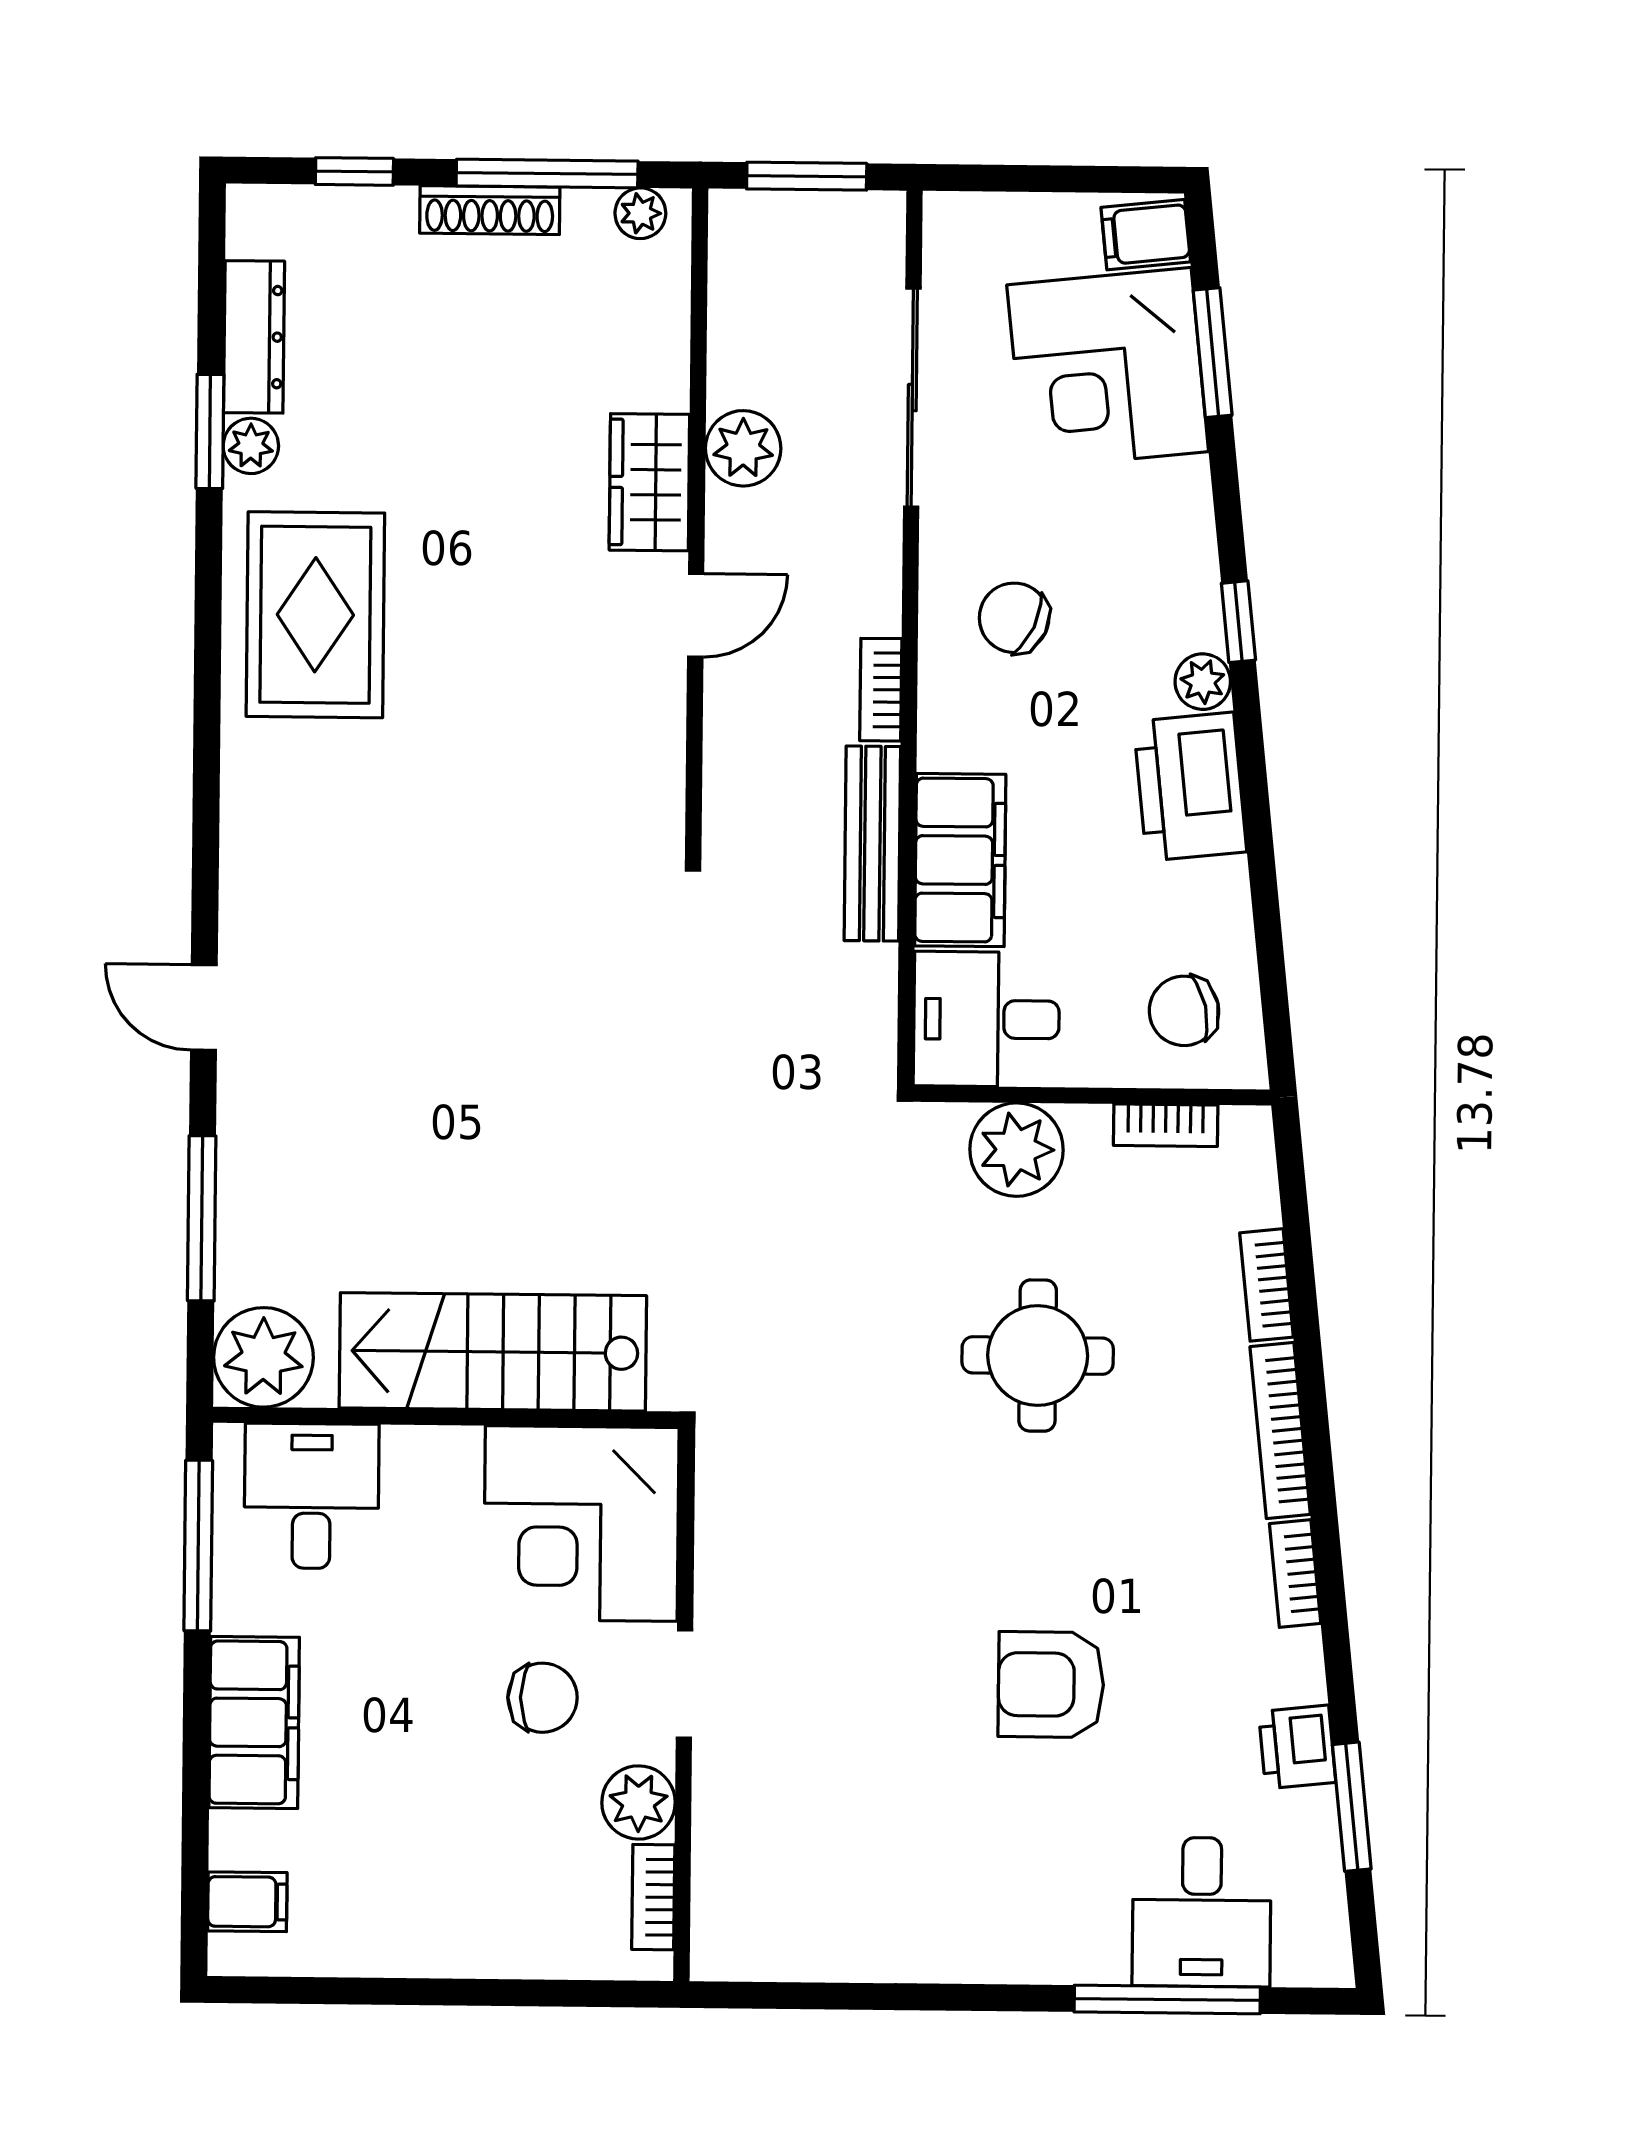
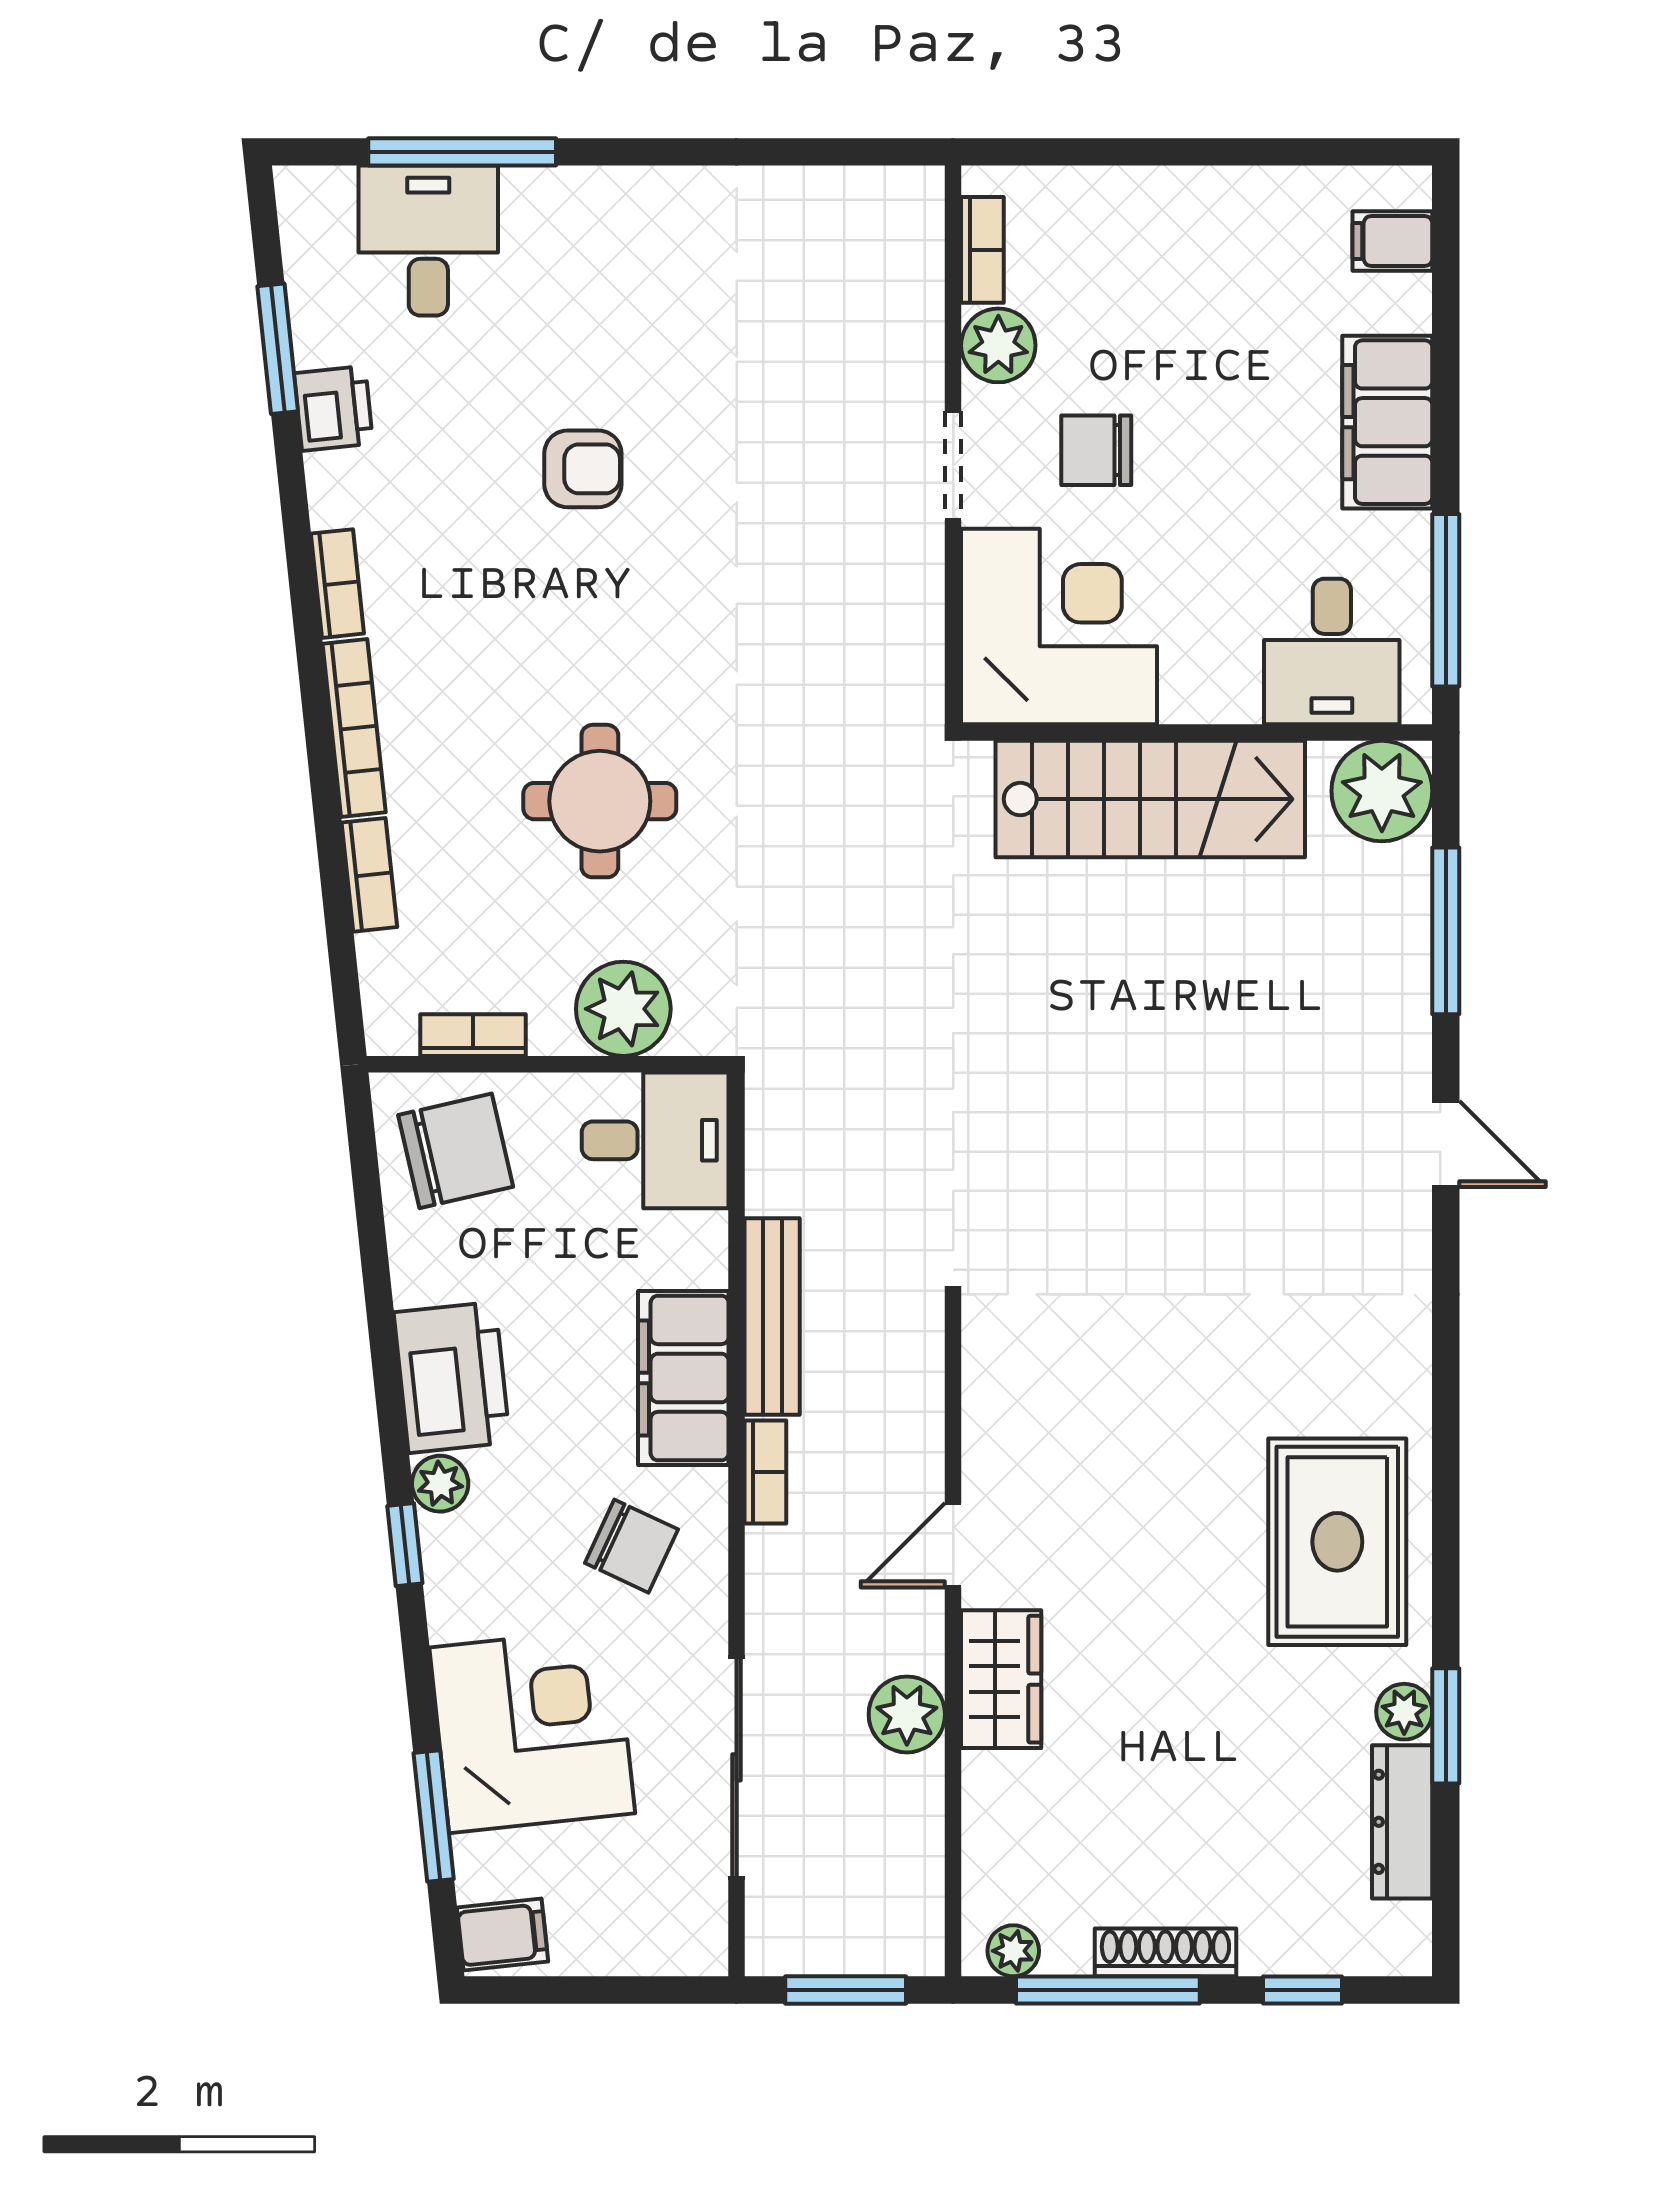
corner desk: (1108, 368) -> (532, 1730), moved
filing cabinet: (960, 860) -> (683, 1378), moved
chair: (1184, 1011) -> (456, 1151), width x1.37, depth x1.37
armchair: (1051, 1685) -> (583, 469), width x0.72, depth x0.72

